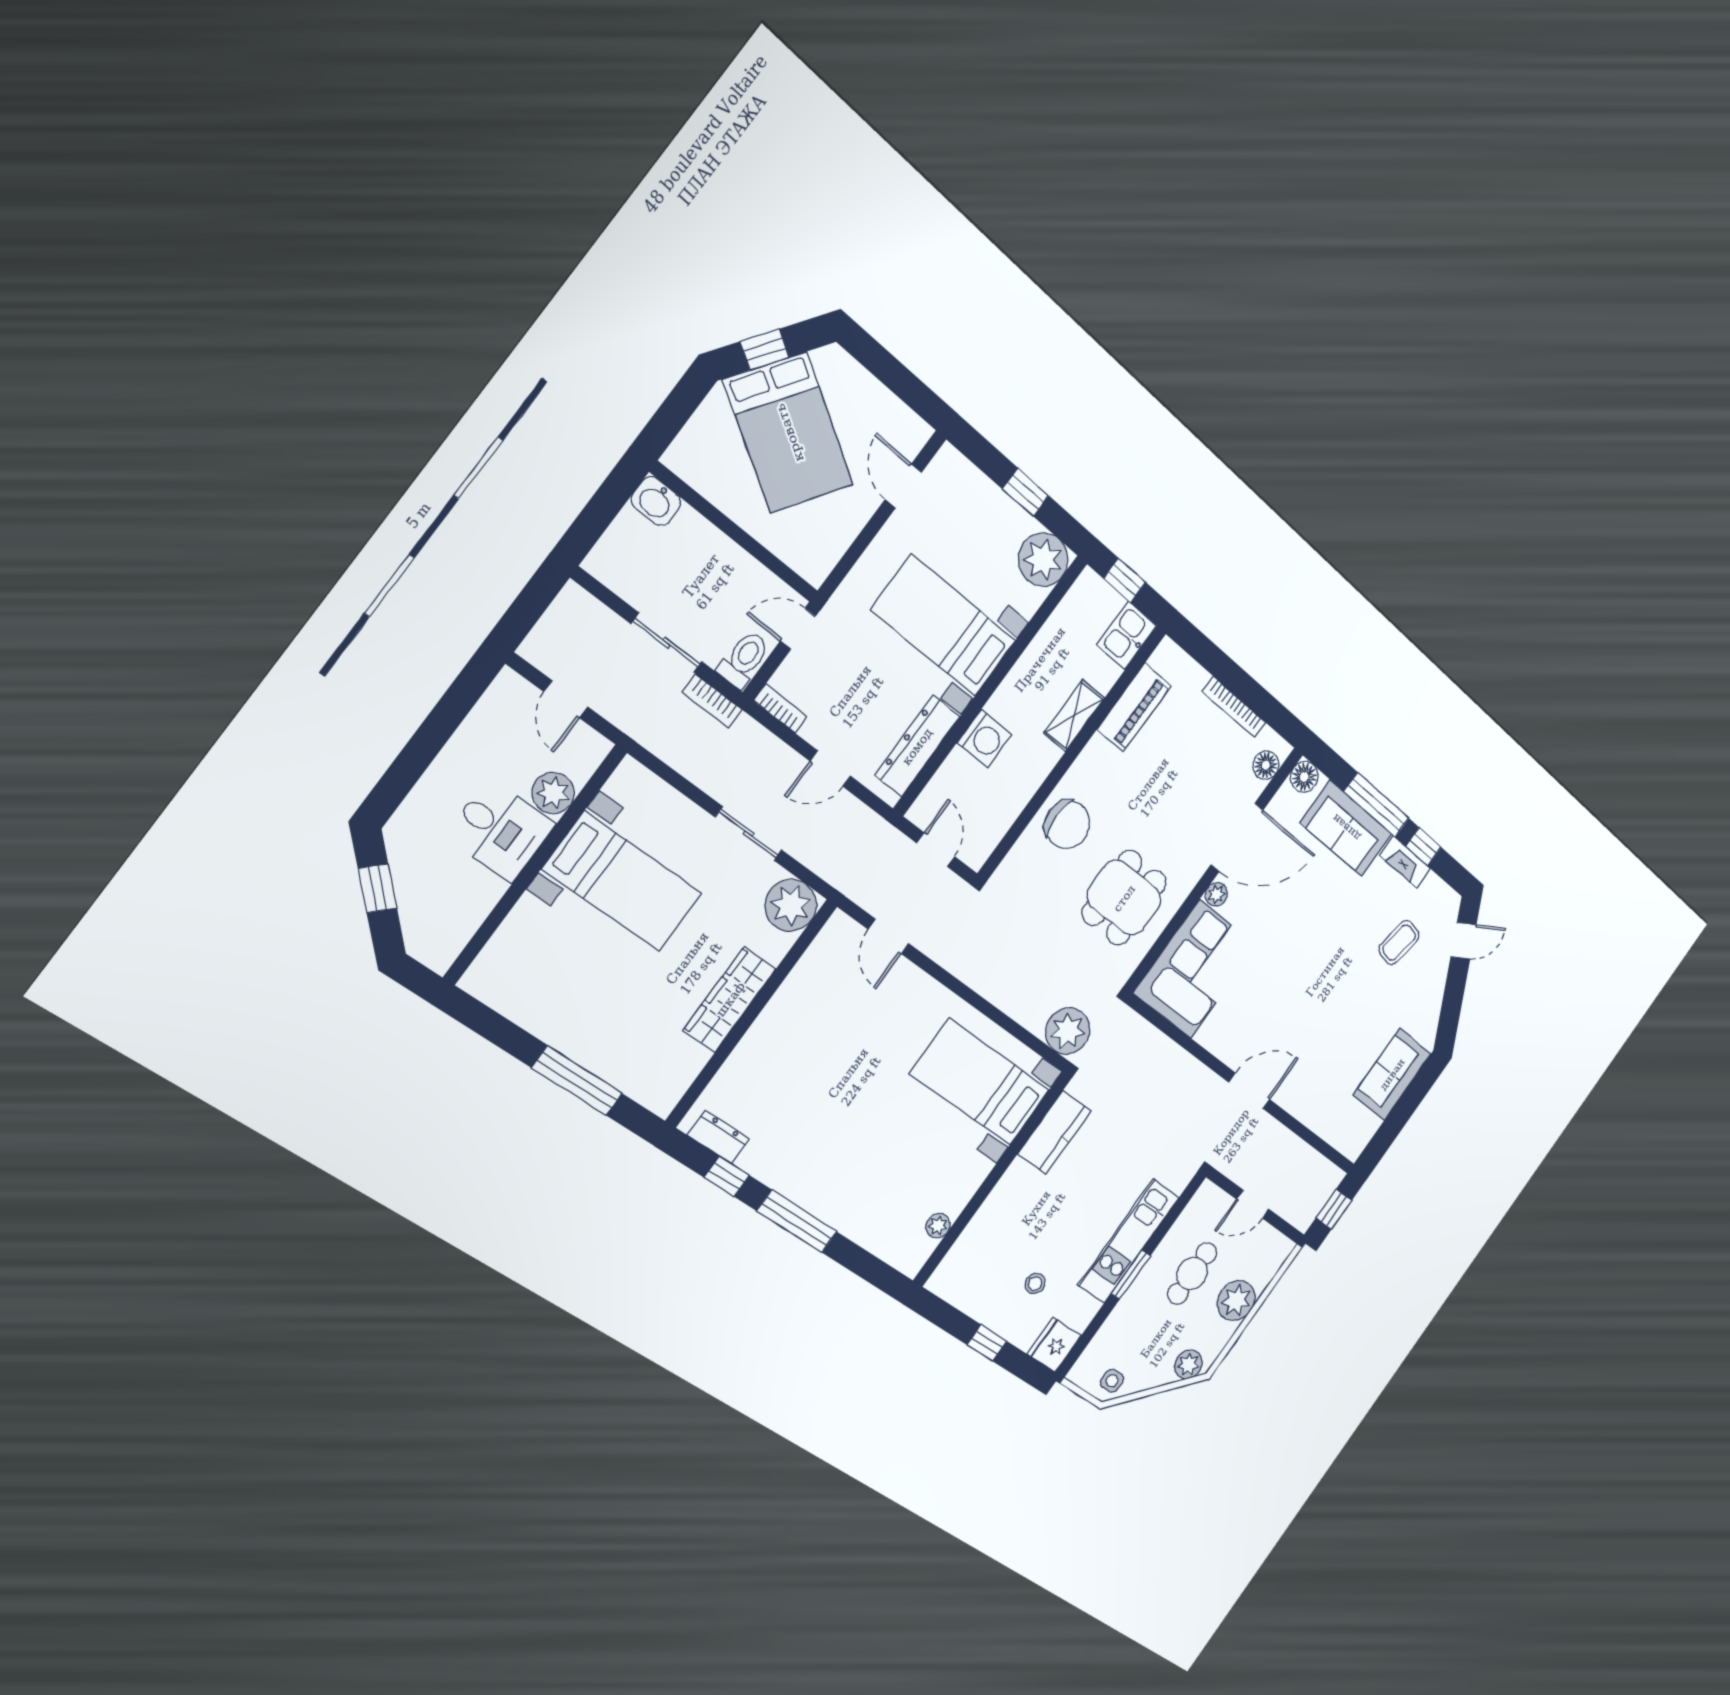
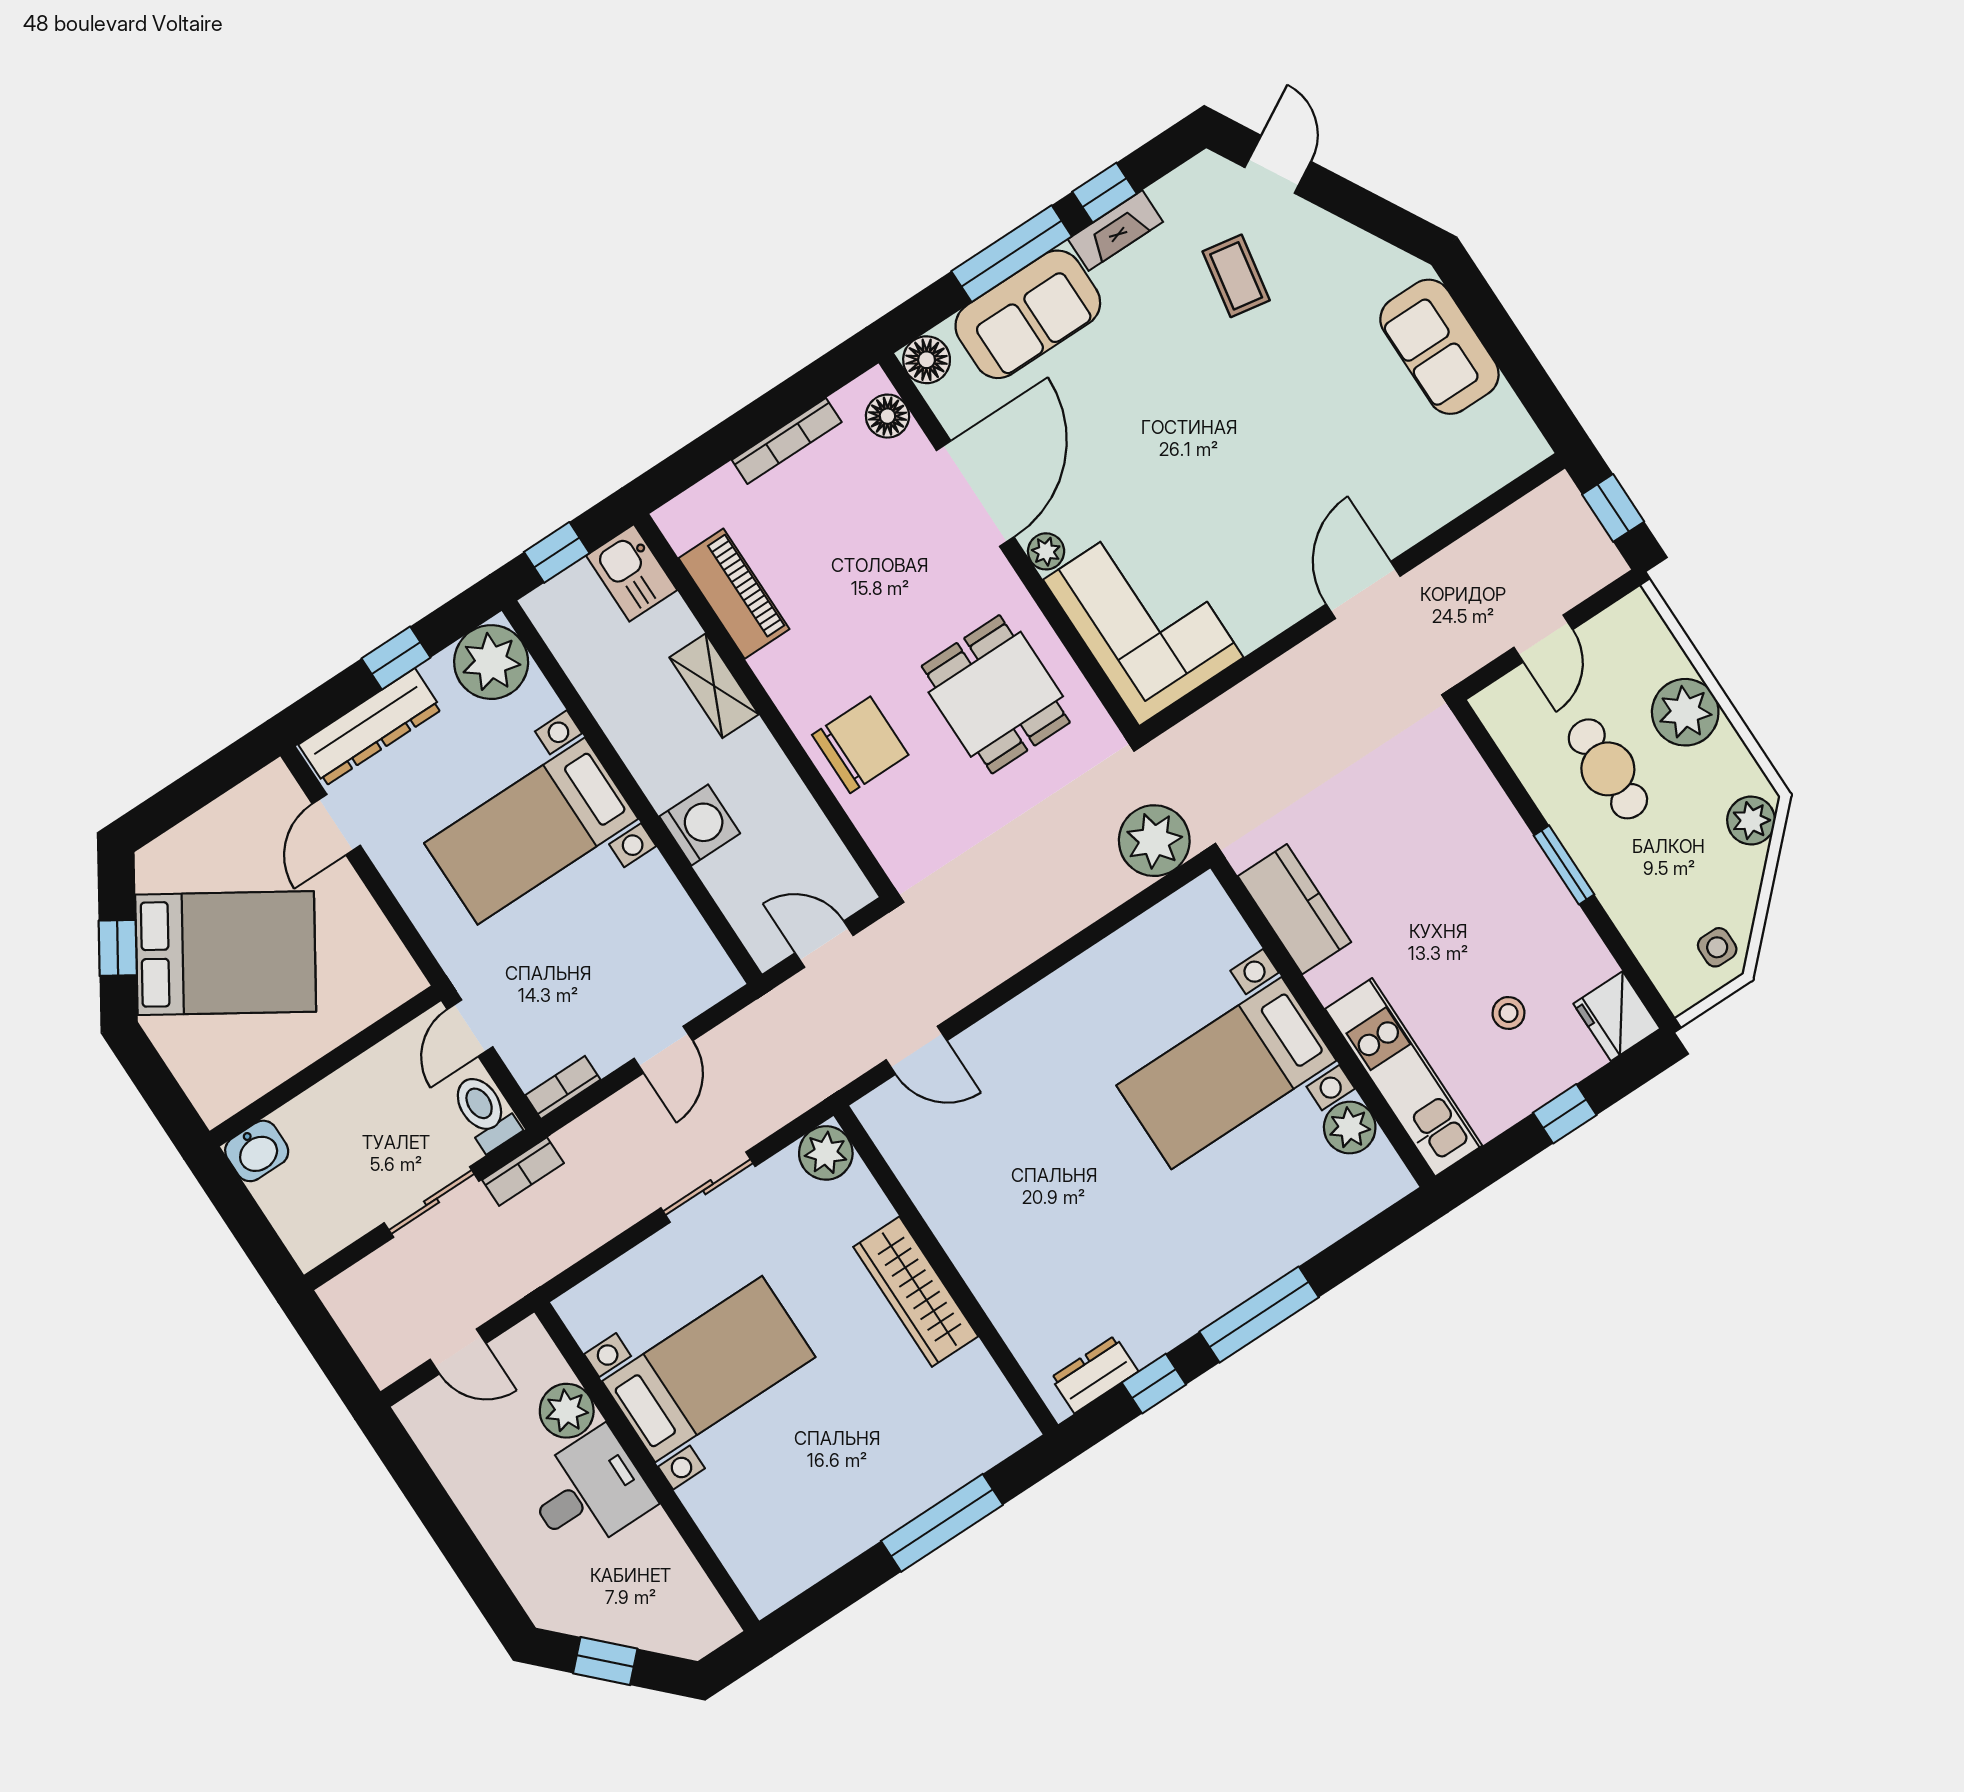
door: (903, 486) -> (336, 825), hinge flipped
dresser: (917, 746) -> (370, 727), moved, turned -90
plant: (791, 905) -> (826, 1153), width x0.73, depth x0.73
bed with nightstands: (980, 1082) -> (1226, 1073), moved
plant: (938, 1226) -> (1350, 1128), width x1.38, depth x1.38
kitchen unit: (1129, 1241) -> (1404, 1077), moved, turned 180

